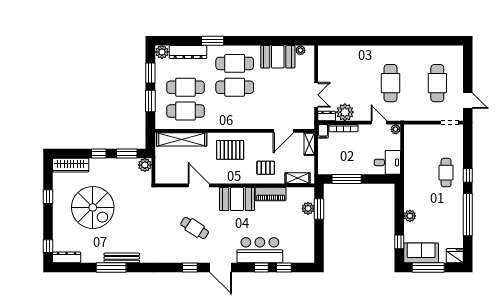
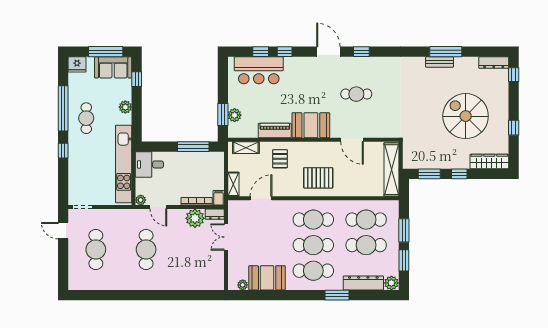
cafe table: (235, 111) -> (313, 220), added
shelving: (182, 139) -> (391, 170), moved, turned 90
kitchen unit: (411, 163) -> (124, 164), added
plant: (145, 165) -> (410, 162), removed
pallet: (266, 168) -> (280, 159), turned 90
cafe table: (446, 173) -> (86, 118), moved
cafe table: (195, 228) -> (356, 94), turned -32
bar counter: (260, 250) -> (259, 70), moved
bench: (122, 258) -> (440, 62), width x0.73

